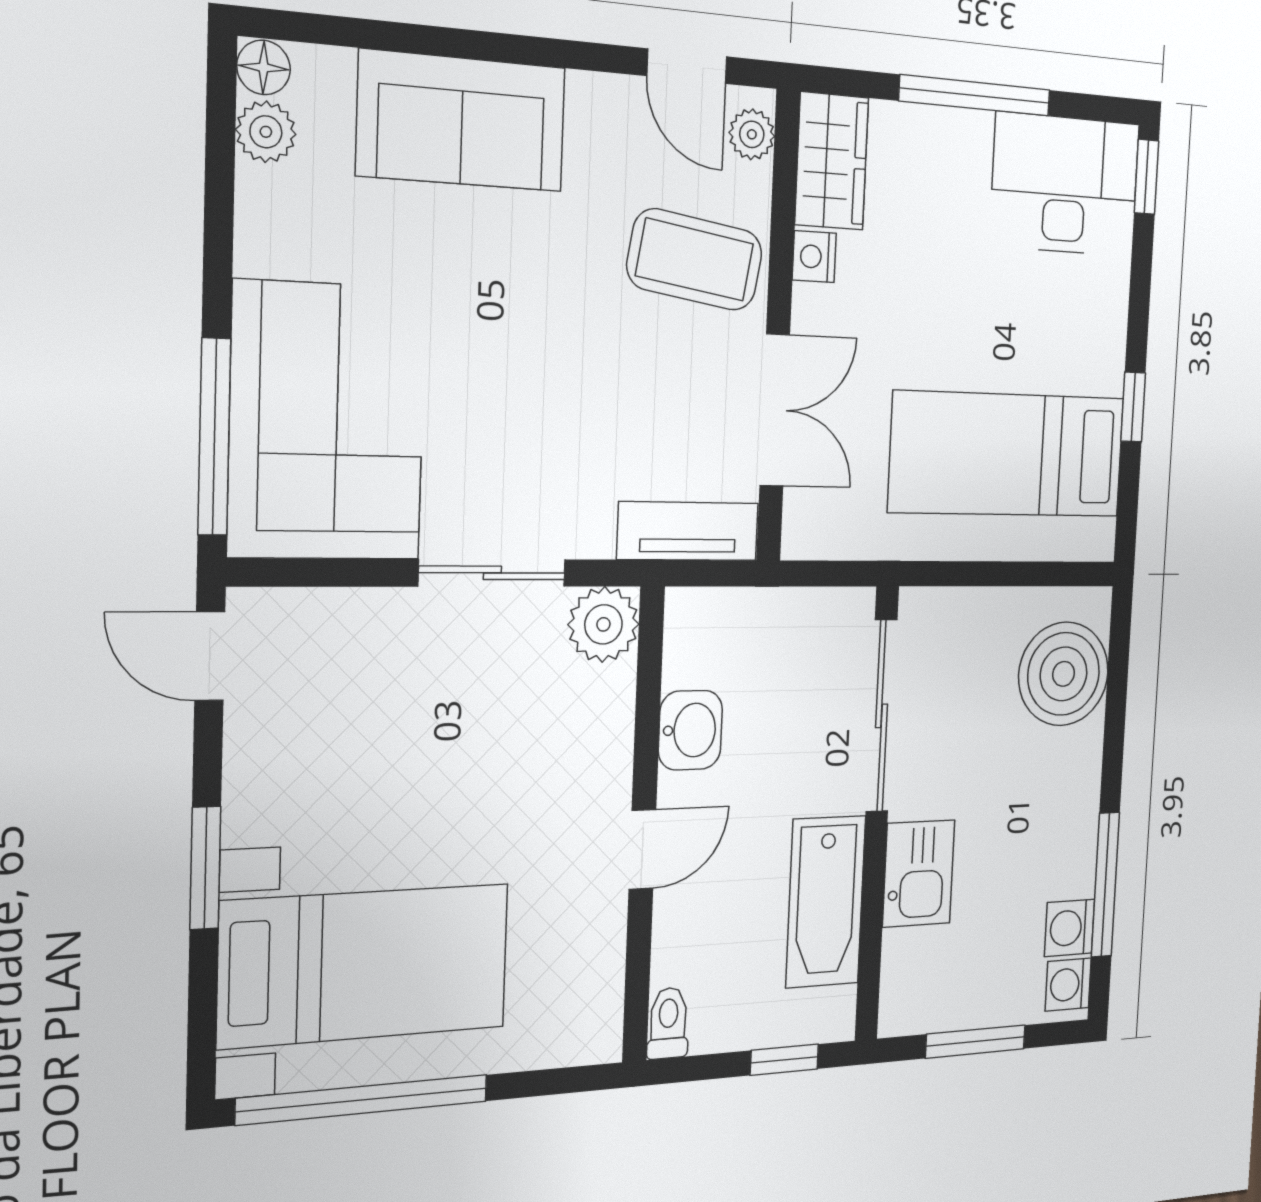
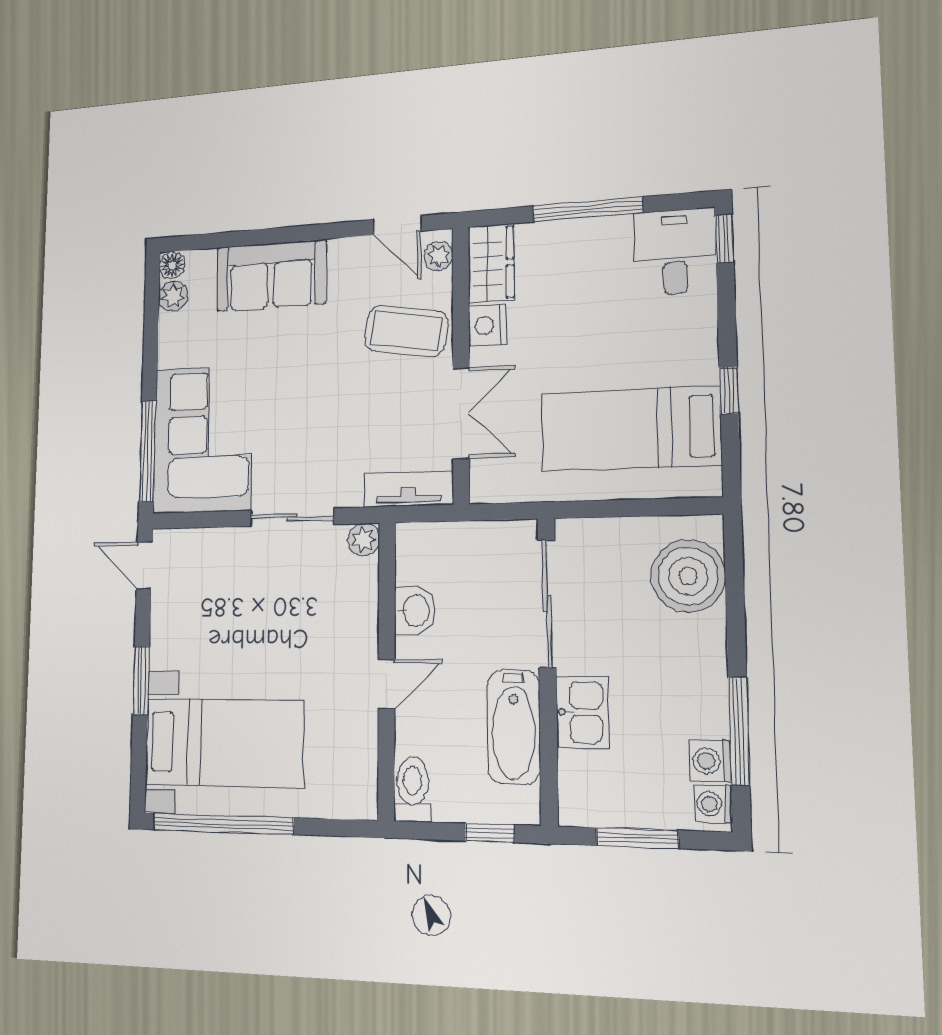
desk: (1065, 185) -> (675, 252), width x0.73
nightstand: (814, 257) -> (487, 325), width x1.39, depth x1.35
plant: (603, 624) -> (364, 540), width x0.73, depth x0.73
toilet: (668, 1023) -> (413, 789), width x1.37, depth x1.39

